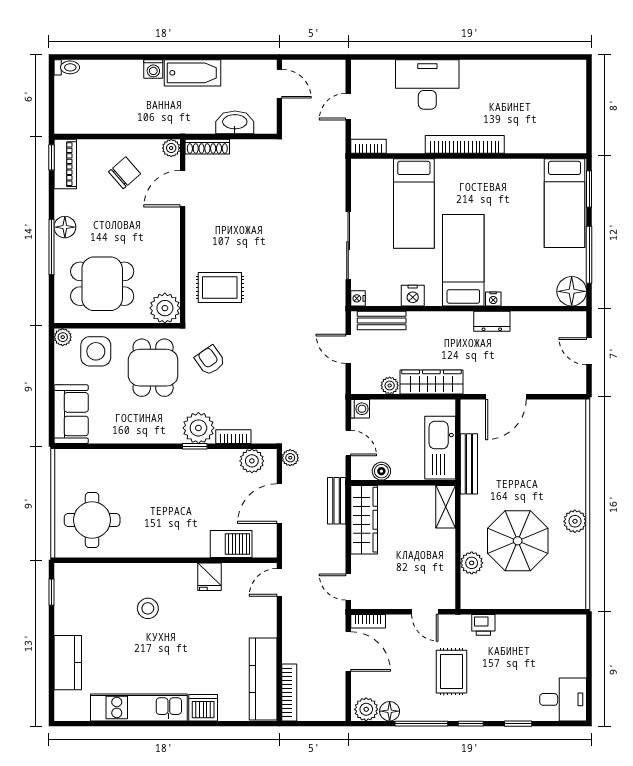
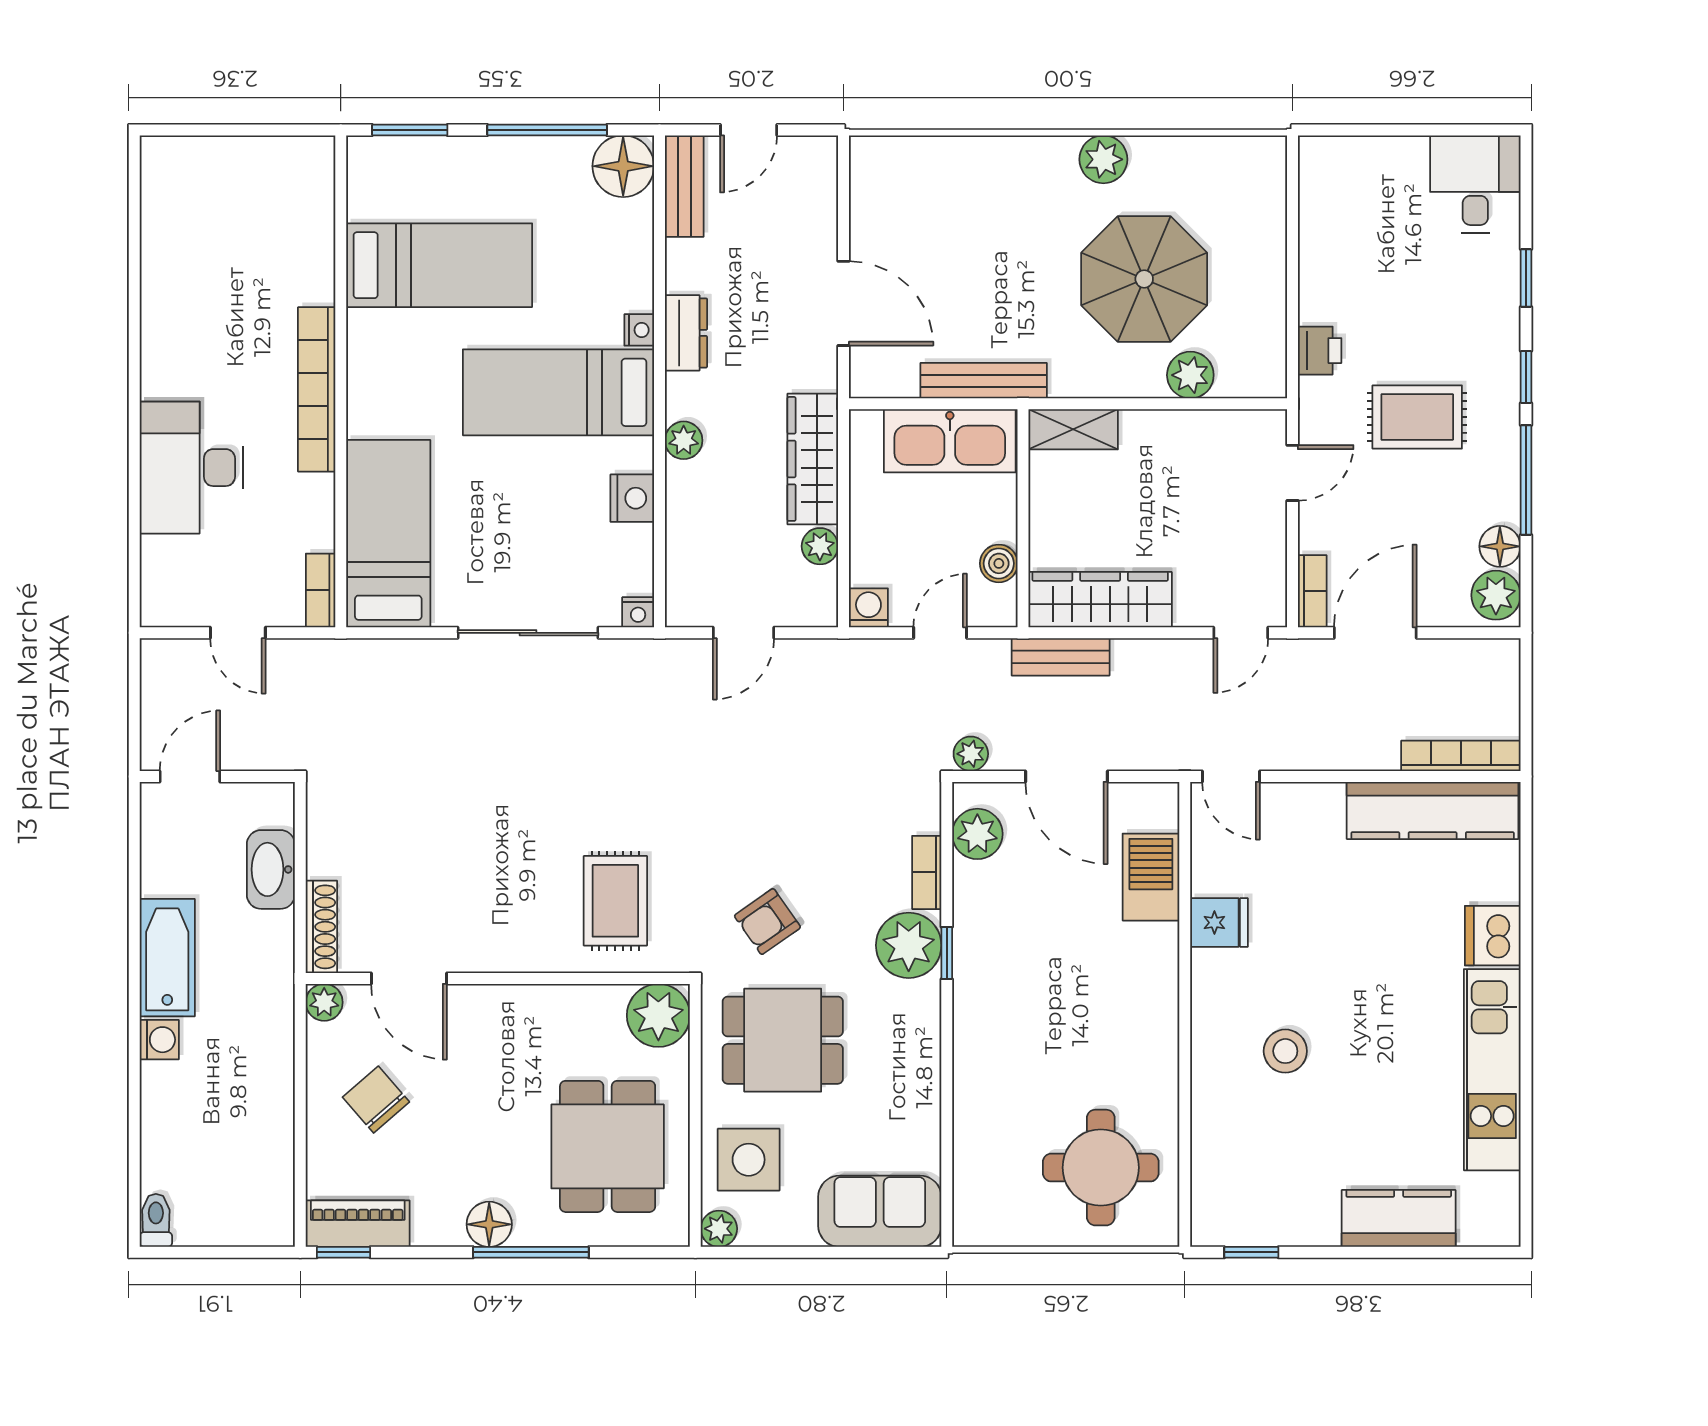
bed: (414, 203) -> (388, 534), moved, turned -90
bed: (565, 203) -> (439, 265), moved
bench: (382, 320) -> (684, 186), moved
plant: (440, 320) -> (684, 440), added

